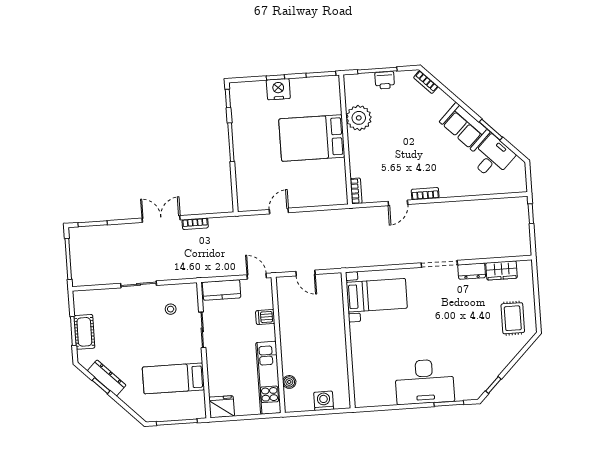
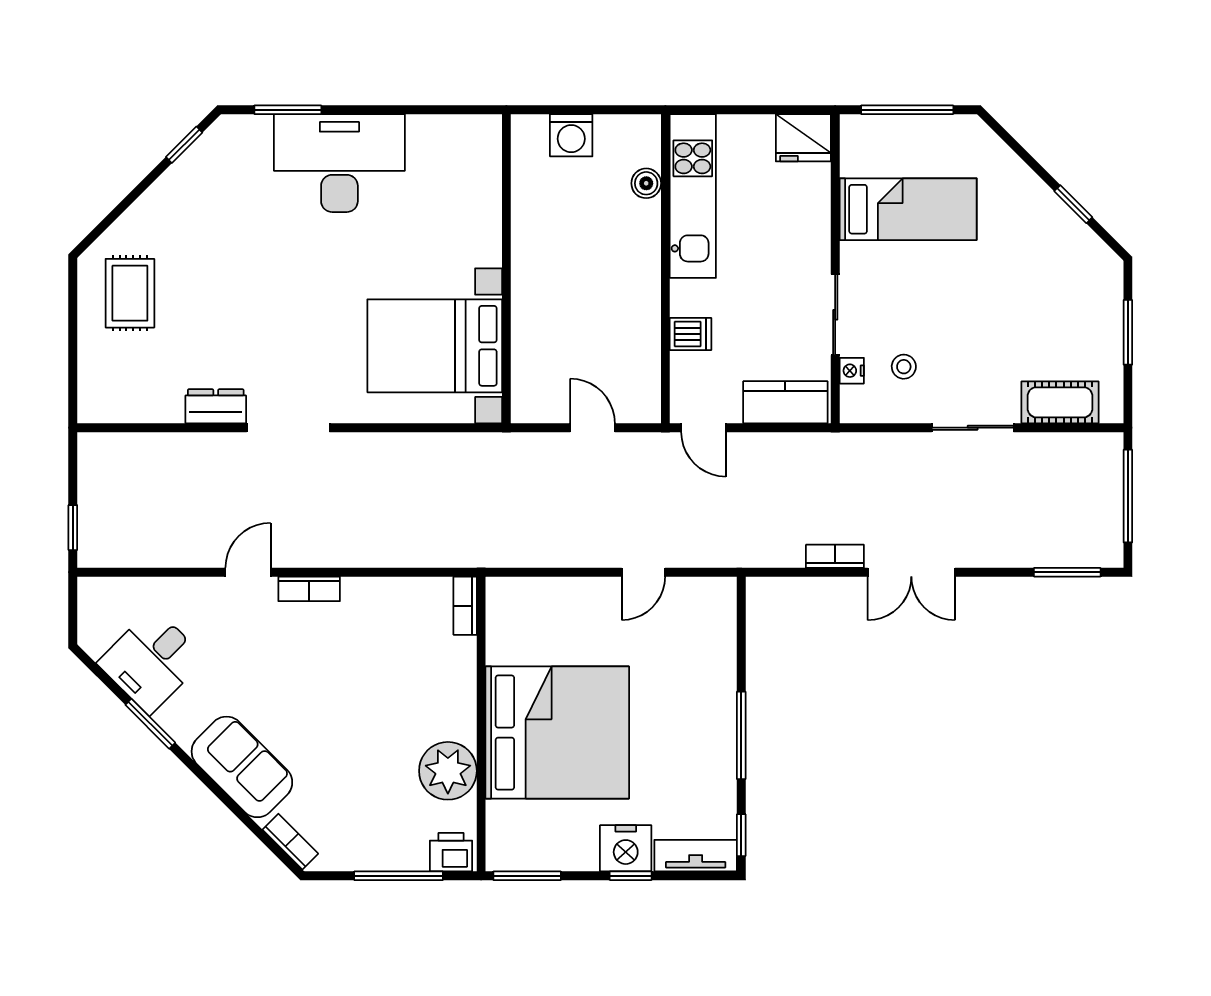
printer: (385, 80) -> (451, 852), moved
tv unit: (247, 88) -> (696, 856), added
sofa: (465, 127) -> (242, 767), moved
bed: (312, 138) -> (557, 733), width x1.36
door: (398, 203) -> (248, 572), moved
wardrobe: (502, 270) -> (148, 403), removed
bed with nightstands: (377, 295) -> (435, 346), width x1.36
nightstand: (193, 306) -> (852, 371), added
cot: (84, 332) -> (1060, 402), moved, turned 90
dresser: (107, 378) -> (1059, 221), removed

